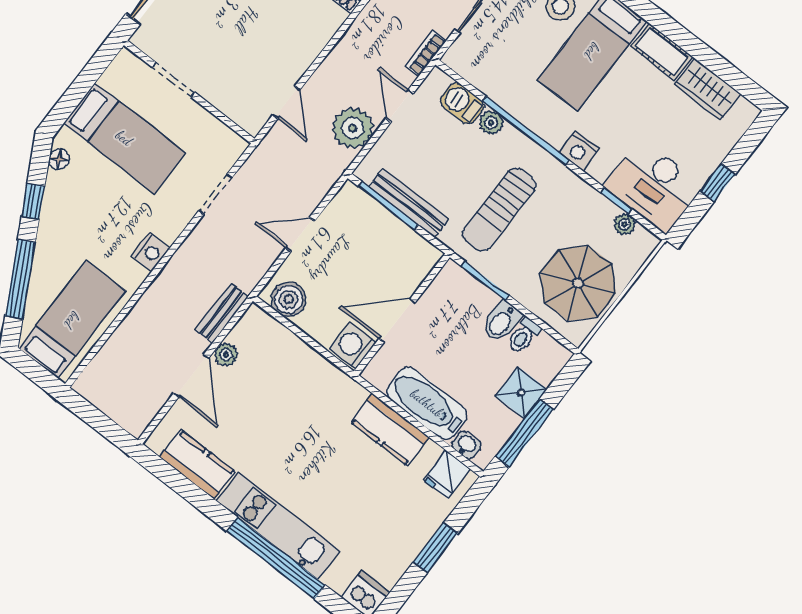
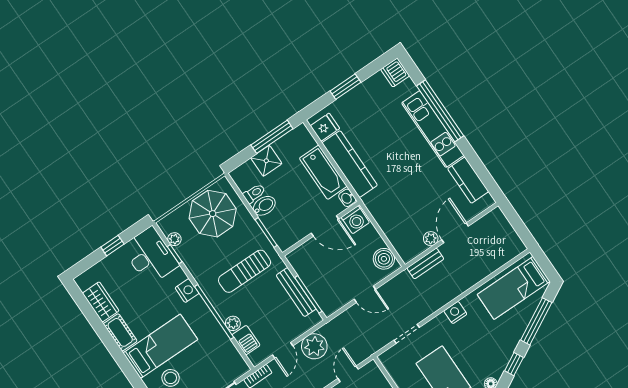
sun lounger: (499, 210) -> (245, 271), turned 180
kitchen counter: (390, 430) -> (350, 164), width x1.50
washbasin: (466, 445) -> (347, 198), moved

